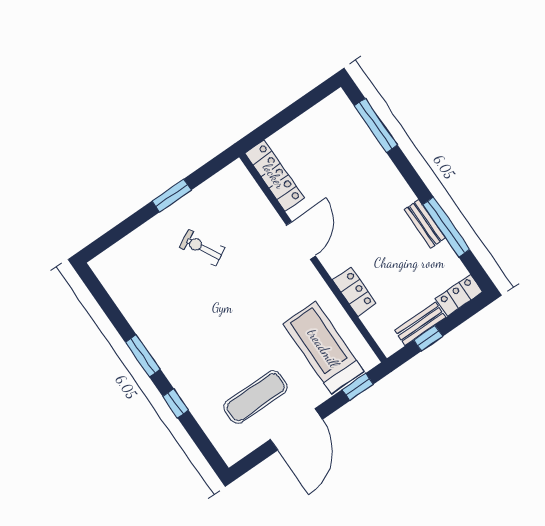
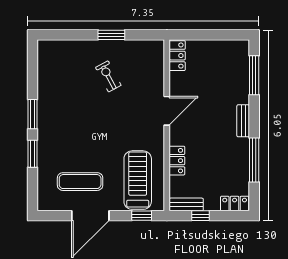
locker: (274, 176) -> (177, 56), width x0.66
bench: (425, 224) -> (243, 121), moved
bench: (420, 324) -> (186, 204), moved
window: (176, 403) -> (32, 154), width x1.50

